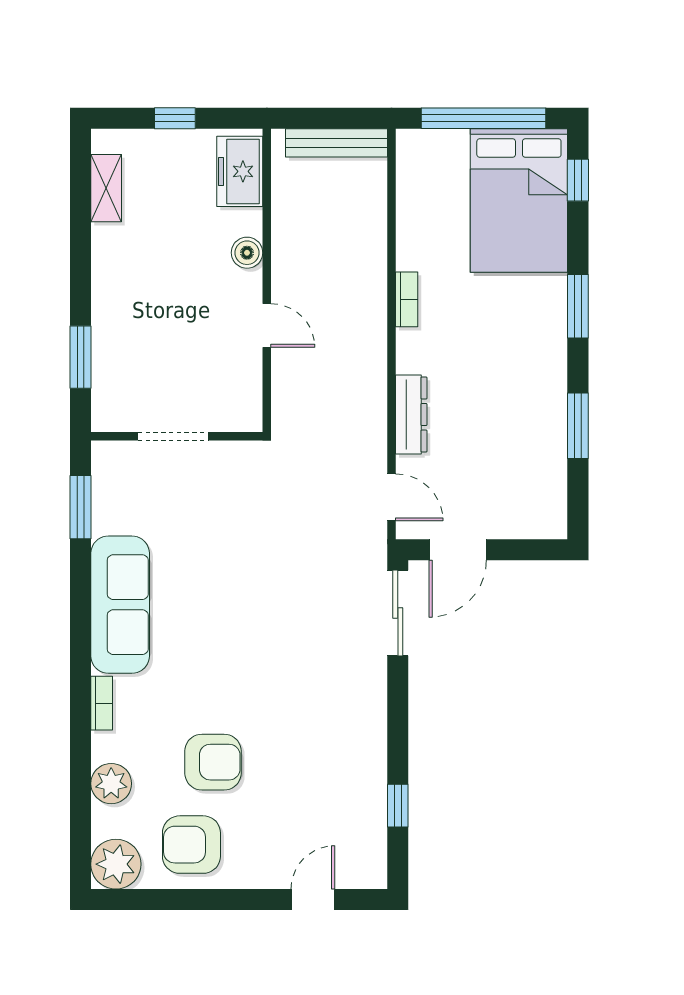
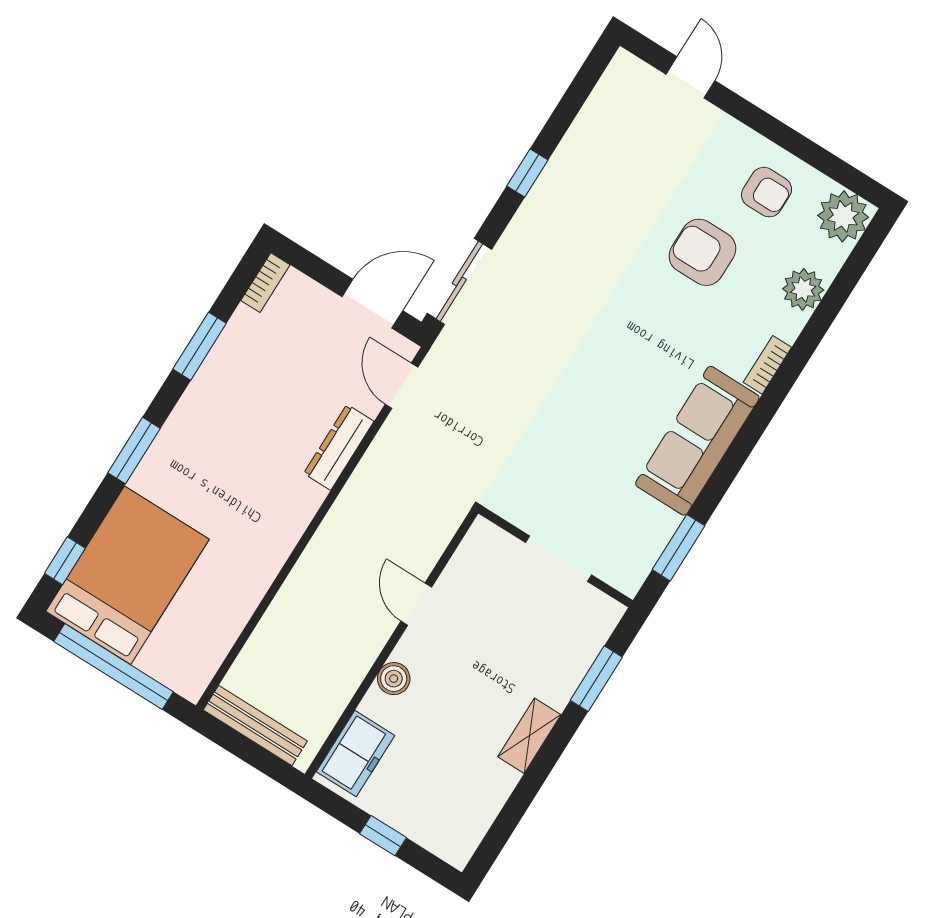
shelving: (106, 188) -> (529, 736), moved
bookcase: (407, 299) -> (265, 283), moved, turned 180
window: (398, 806) -> (527, 173), moved
armchair: (191, 845) -> (767, 192), width x0.72, depth x0.72
door: (313, 900) -> (691, 77), swing flipped

